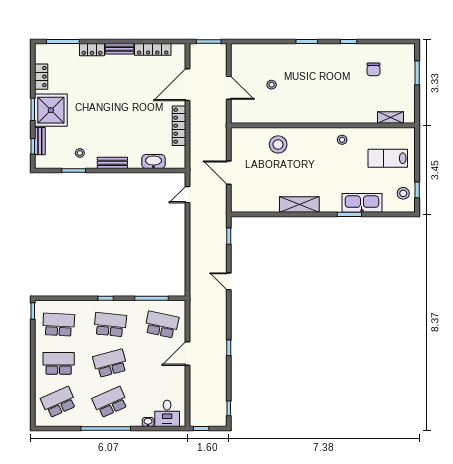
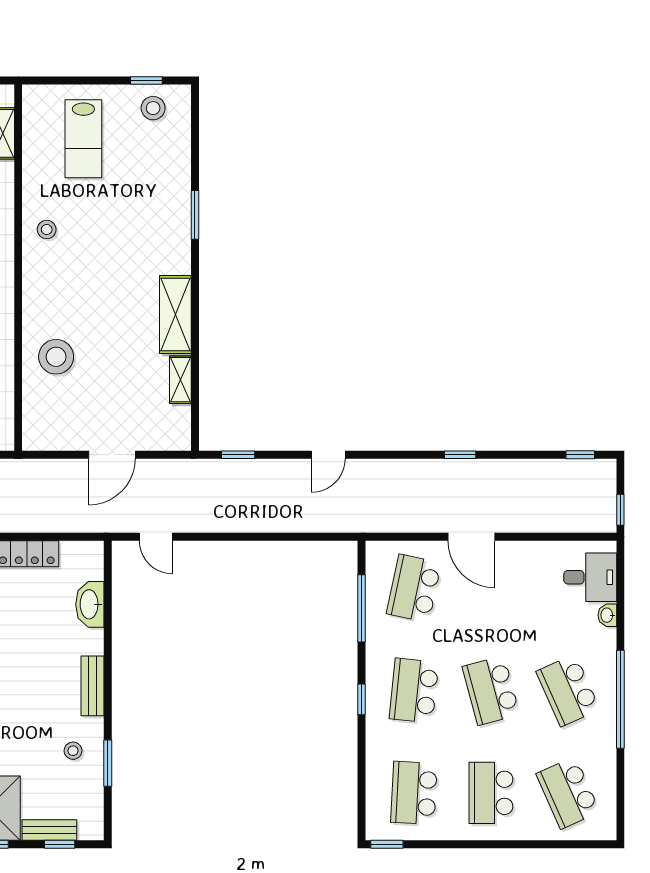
kitchen sink: (362, 203) -> (172, 190), removed
shelving: (267, 207) -> (180, 380), added

